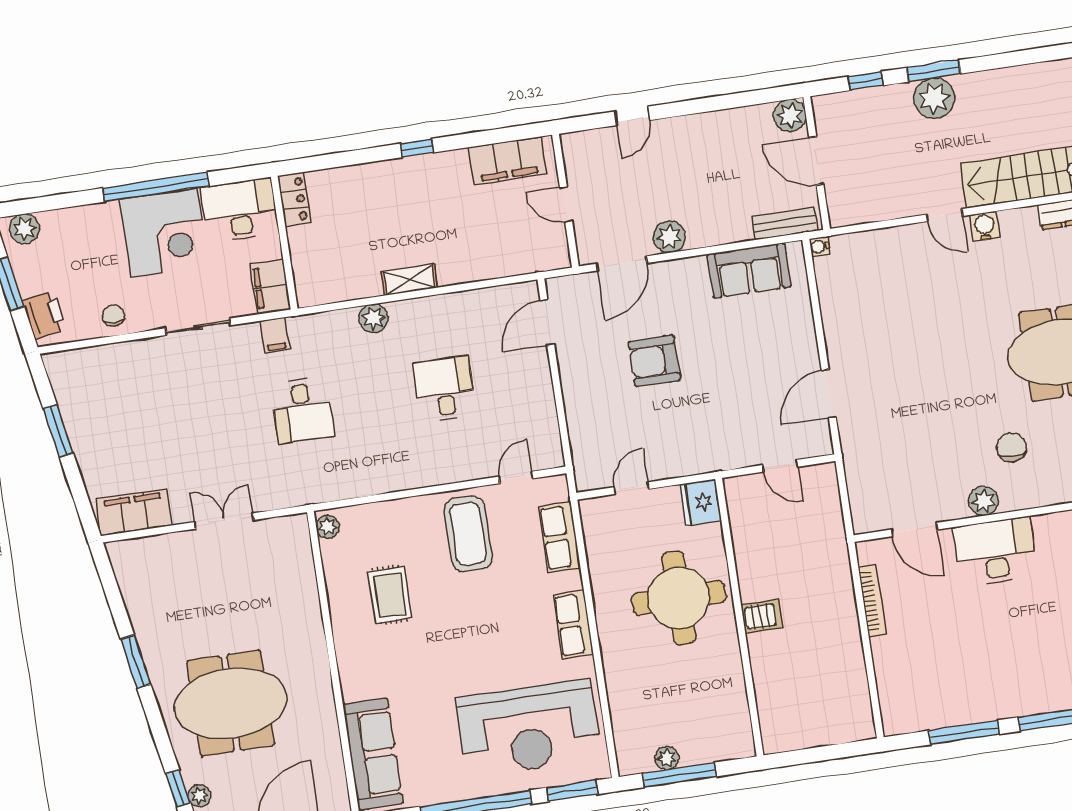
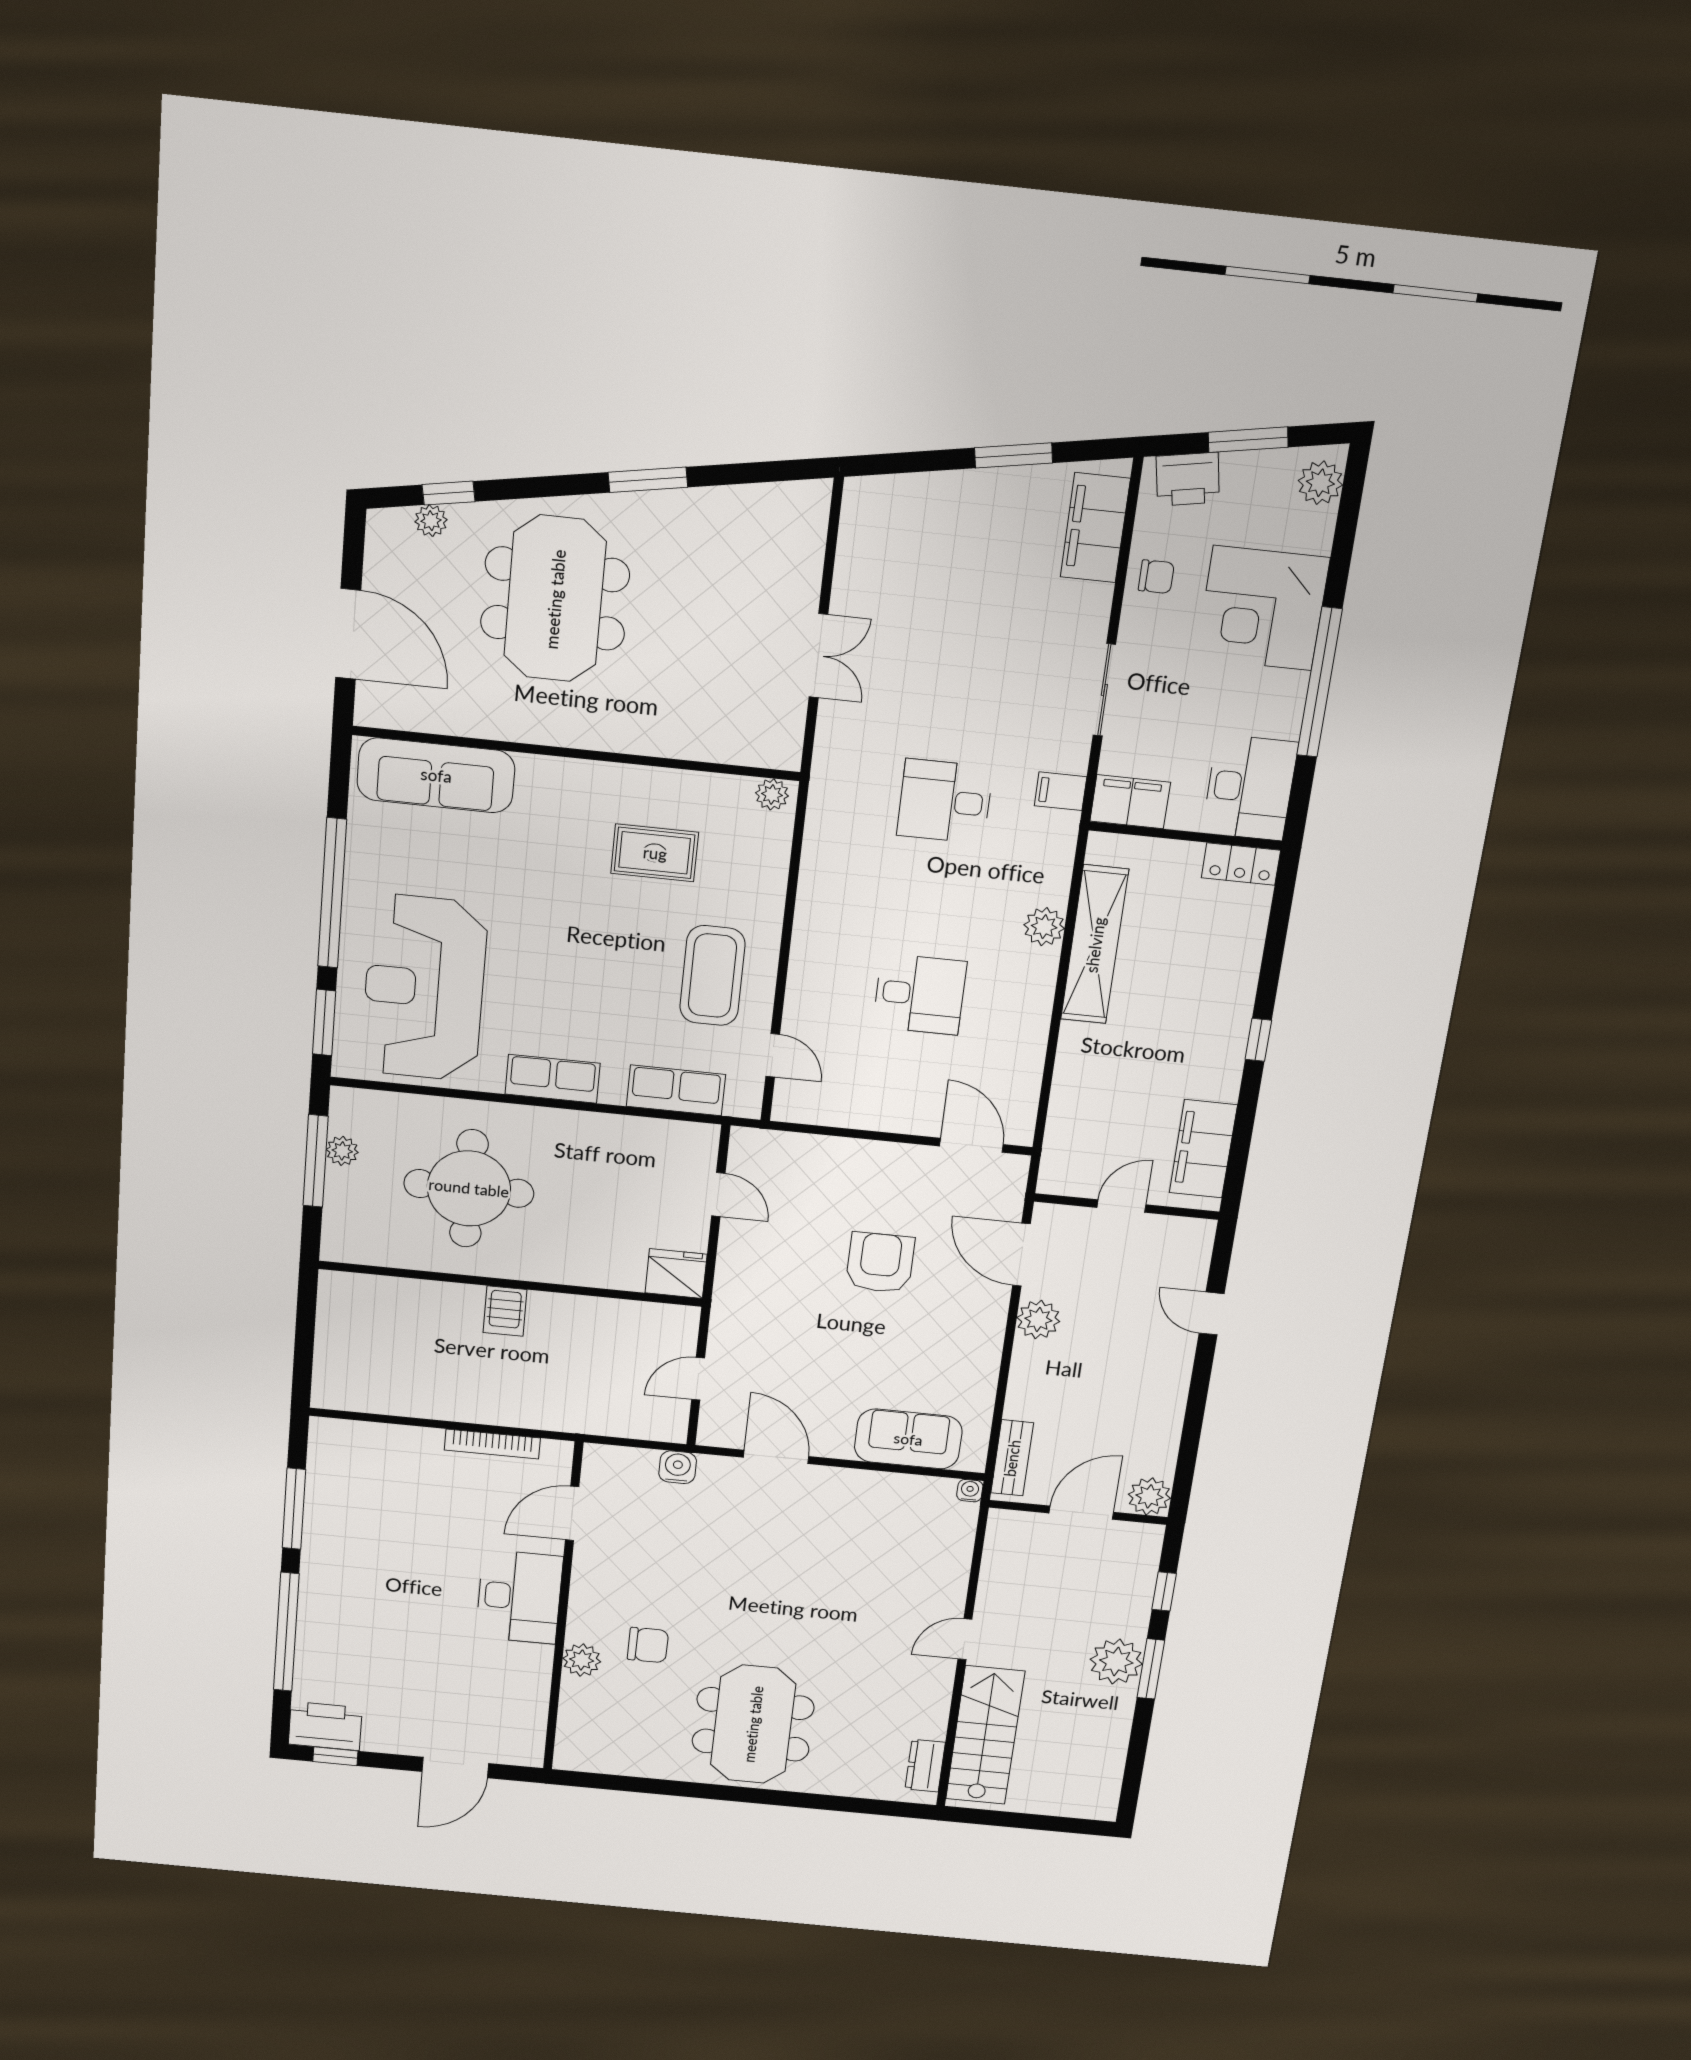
water cooler: (985, 226) -> (678, 1467), moved, turned -90
corner desk: (164, 233) -> (1263, 608), moved
sofa: (749, 270) -> (908, 1439), moved, turned 90
shelving: (409, 280) -> (1095, 945), width x2.20, depth x1.33
plant: (983, 501) -> (582, 1660), moved
filing cabinet: (134, 512) -> (1095, 528), moved, turned 180
coffee table: (468, 534) -> (712, 976), turned 90
round table: (679, 598) -> (469, 1188), moved

